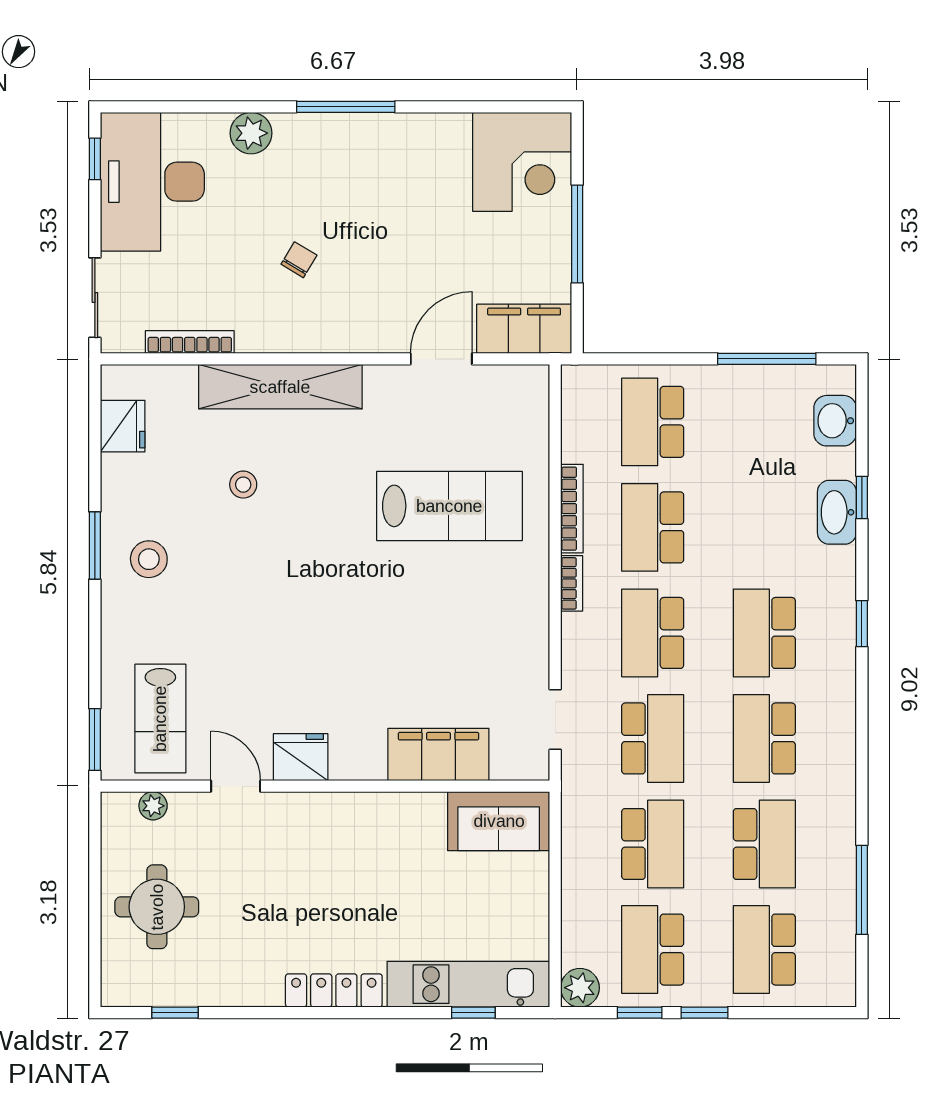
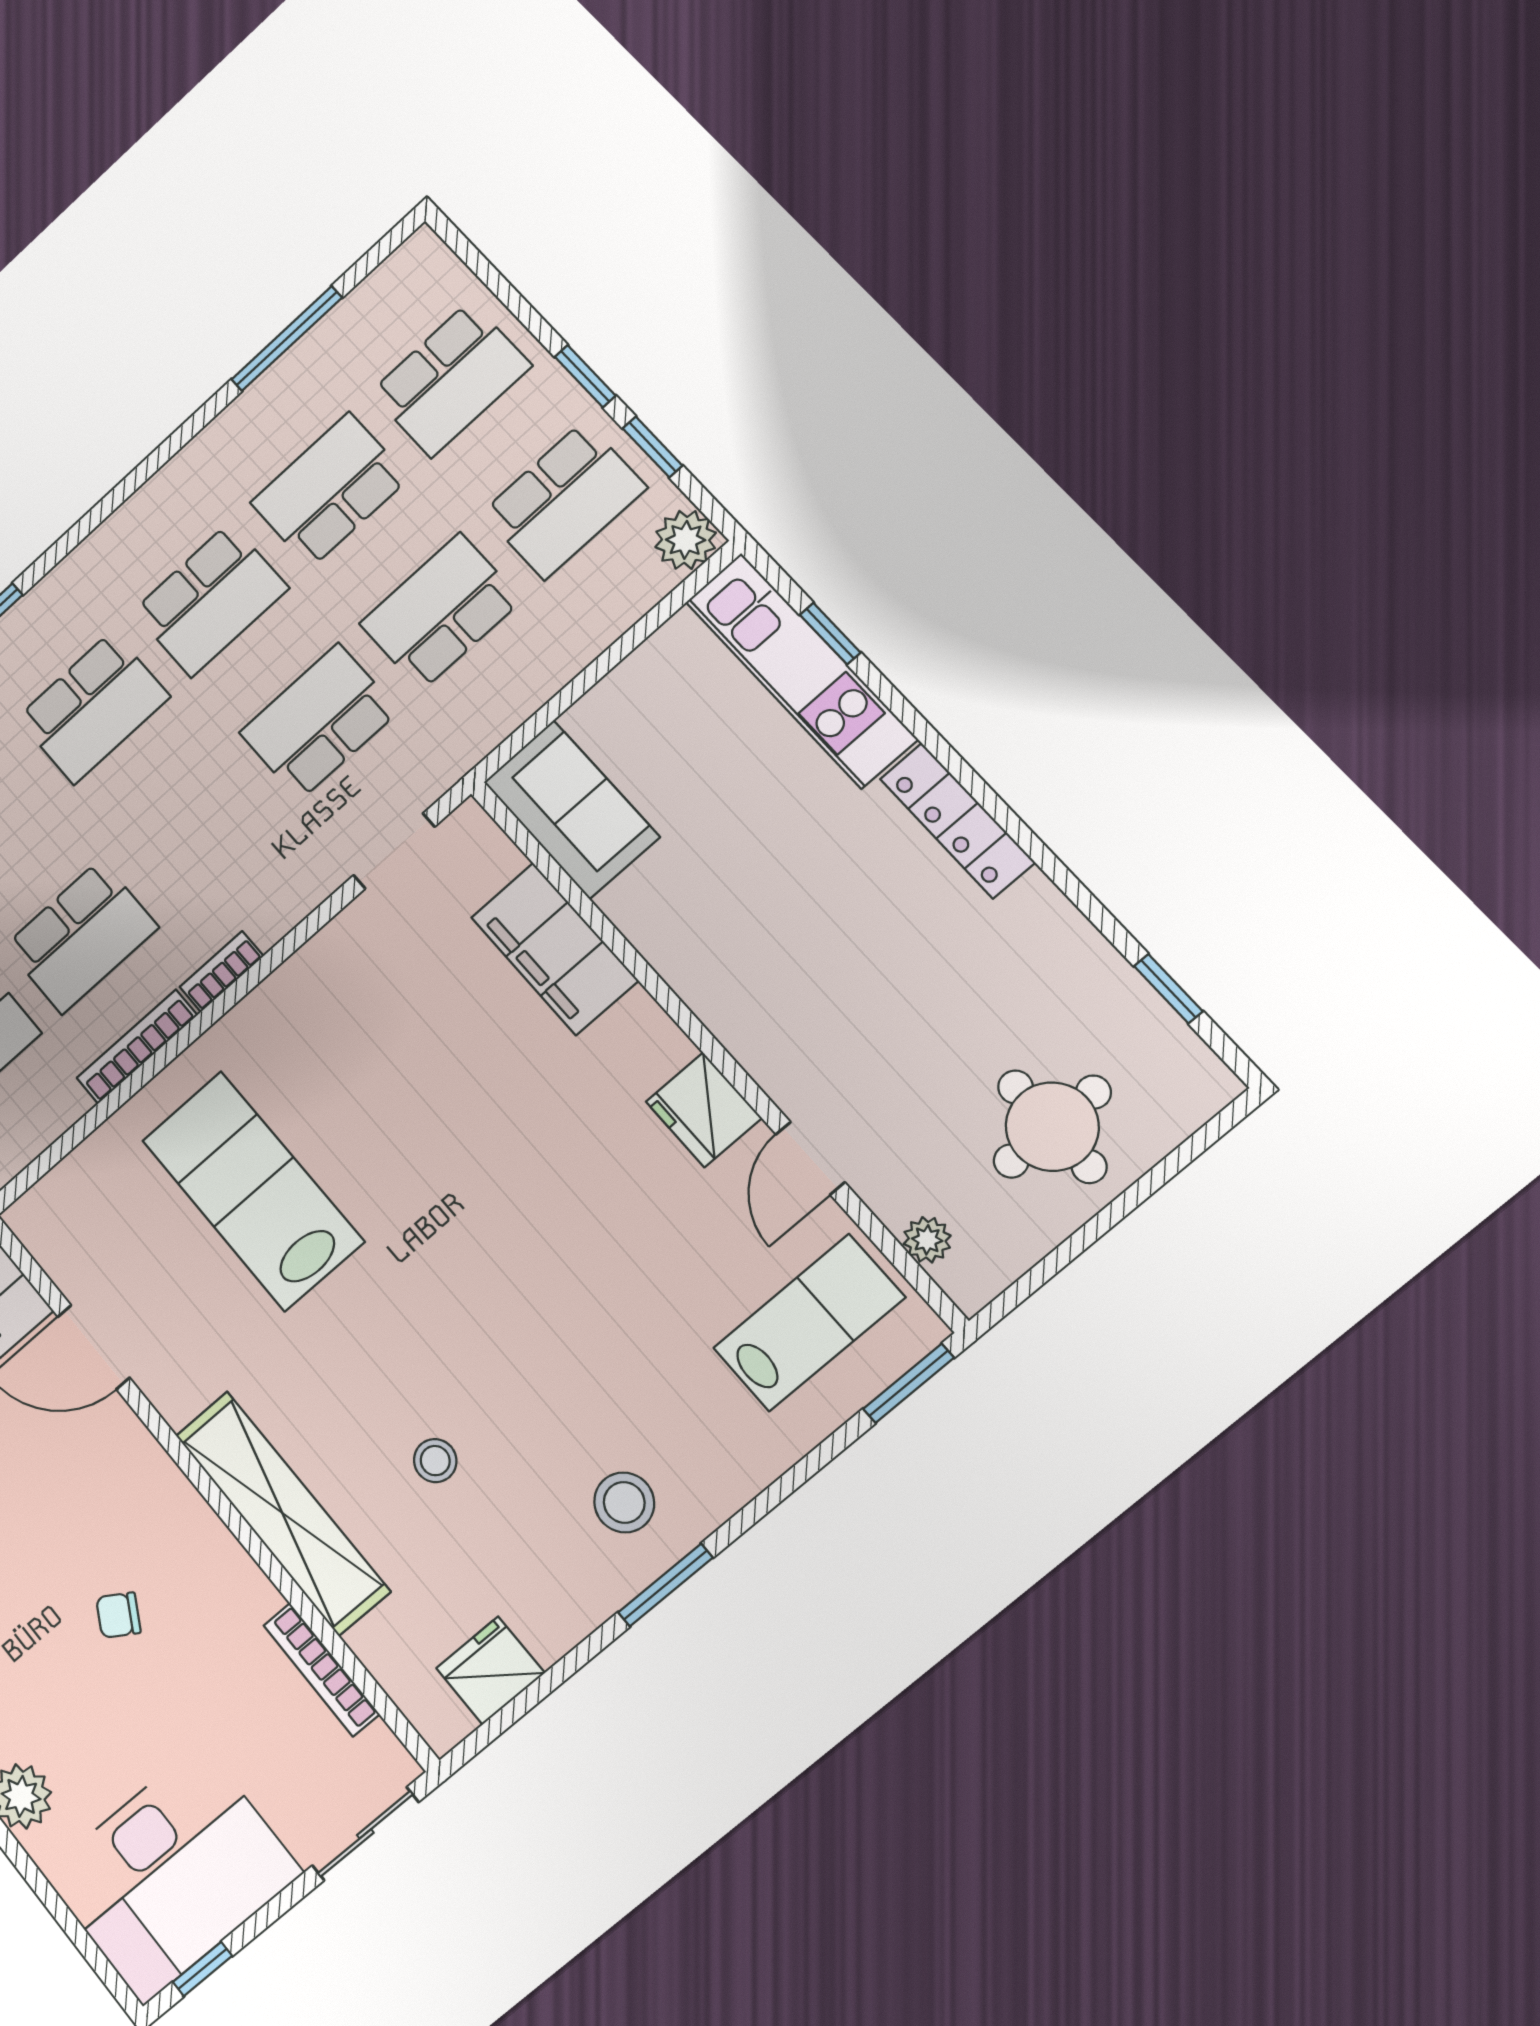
school desk: (653, 633) -> (199, 830), removed

